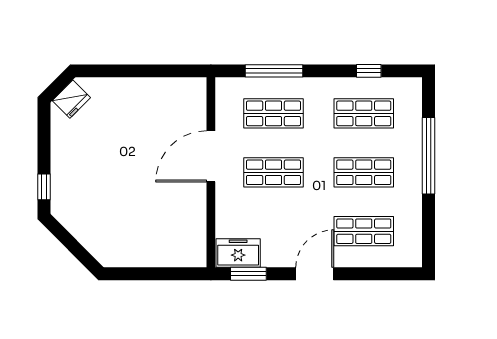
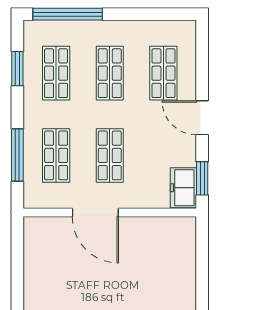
window: (369, 71) -> (17, 69), width x1.50
window: (429, 156) -> (68, 14), moved

